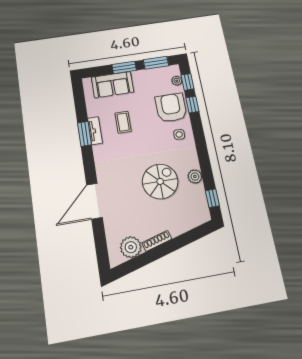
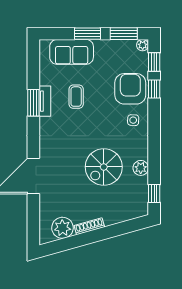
plant: (177, 81) -> (143, 45), moved
spiral stairs: (160, 181) -> (104, 167), turned 180

